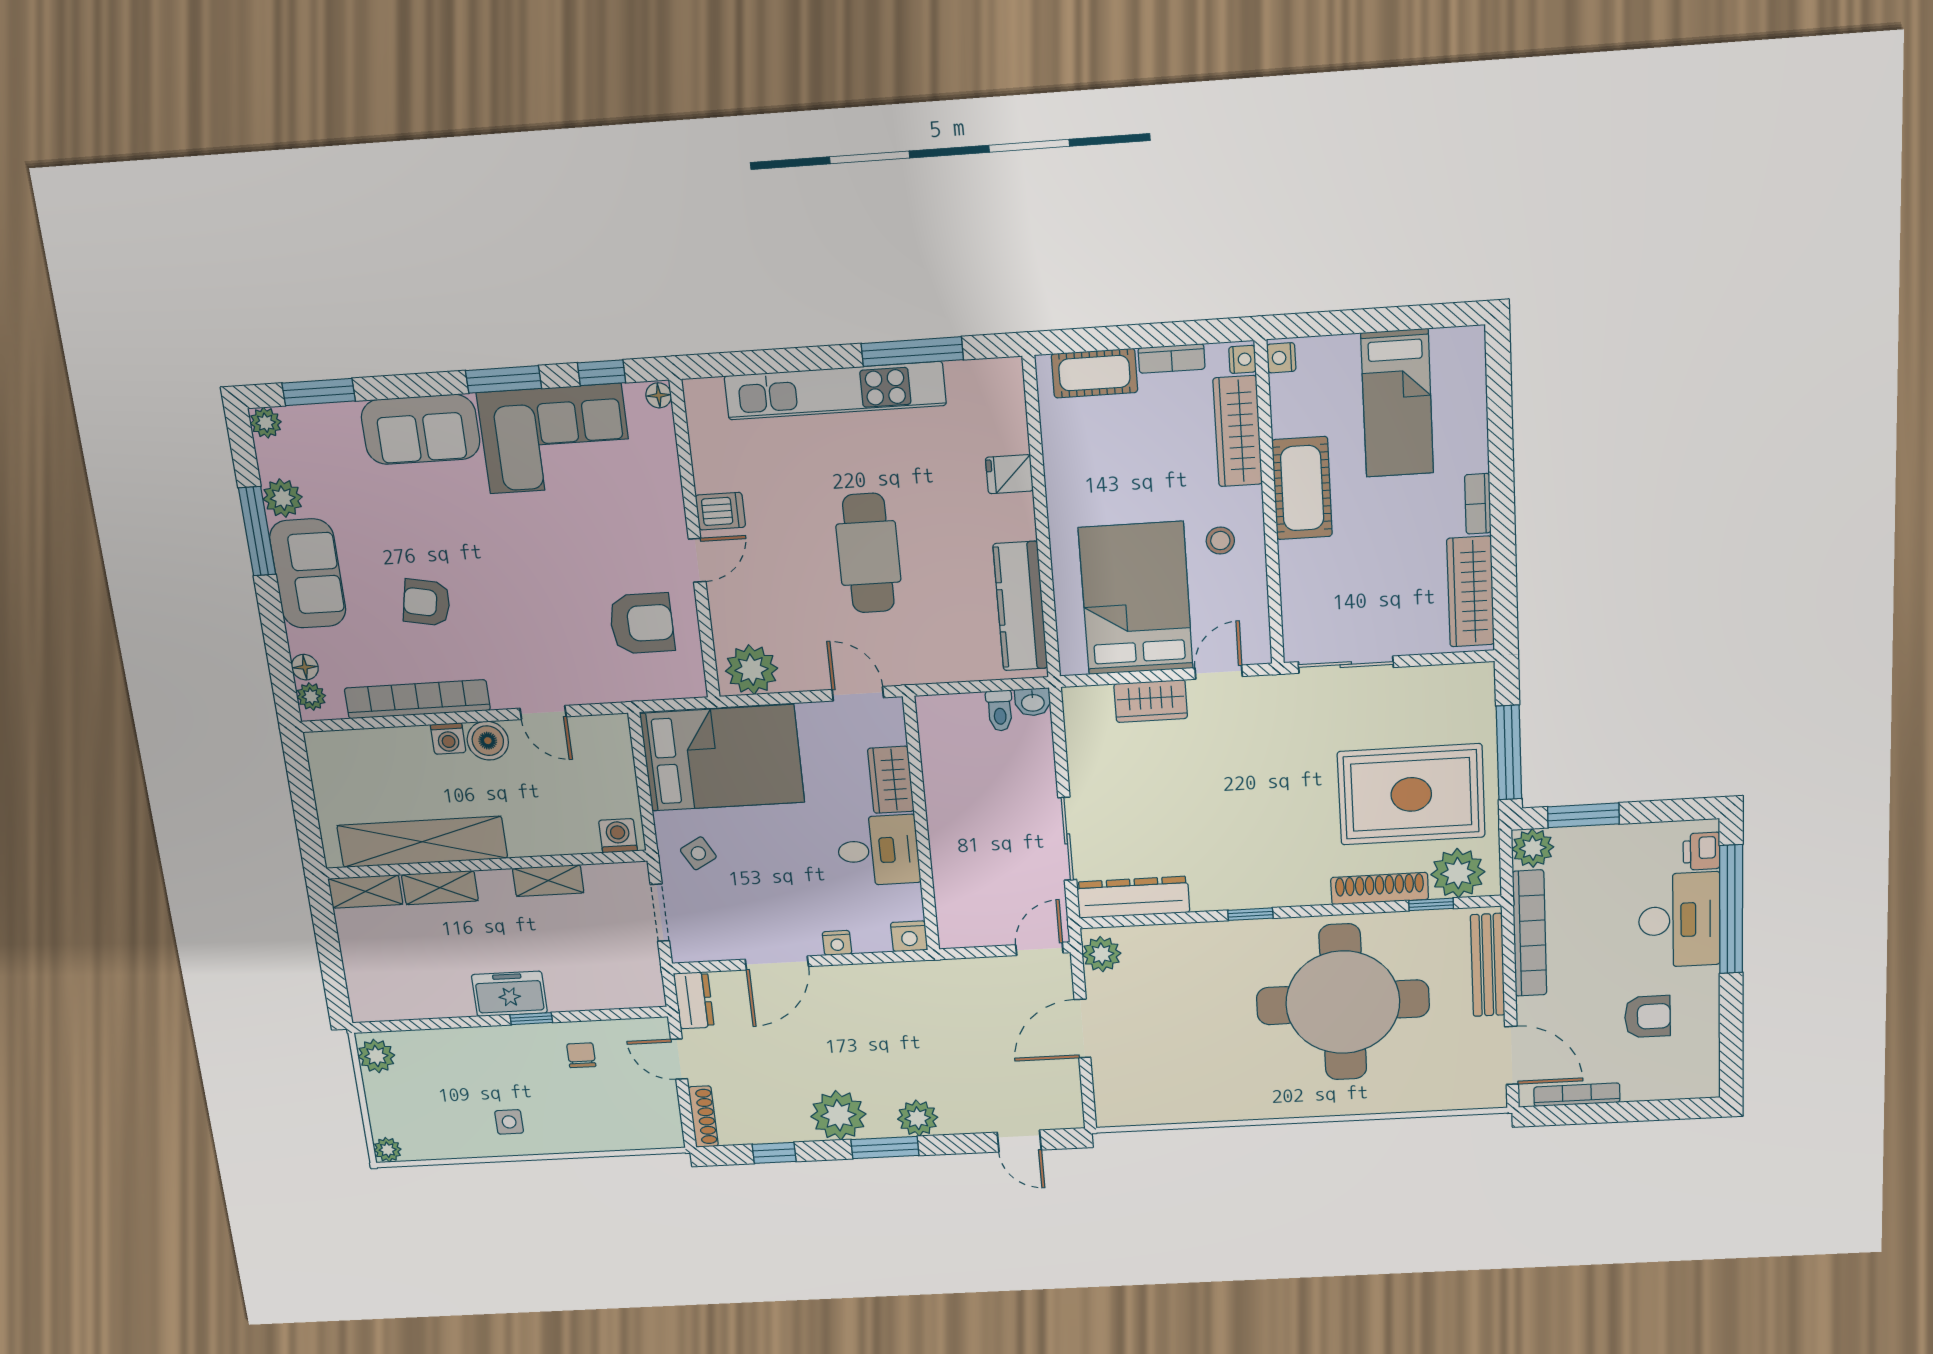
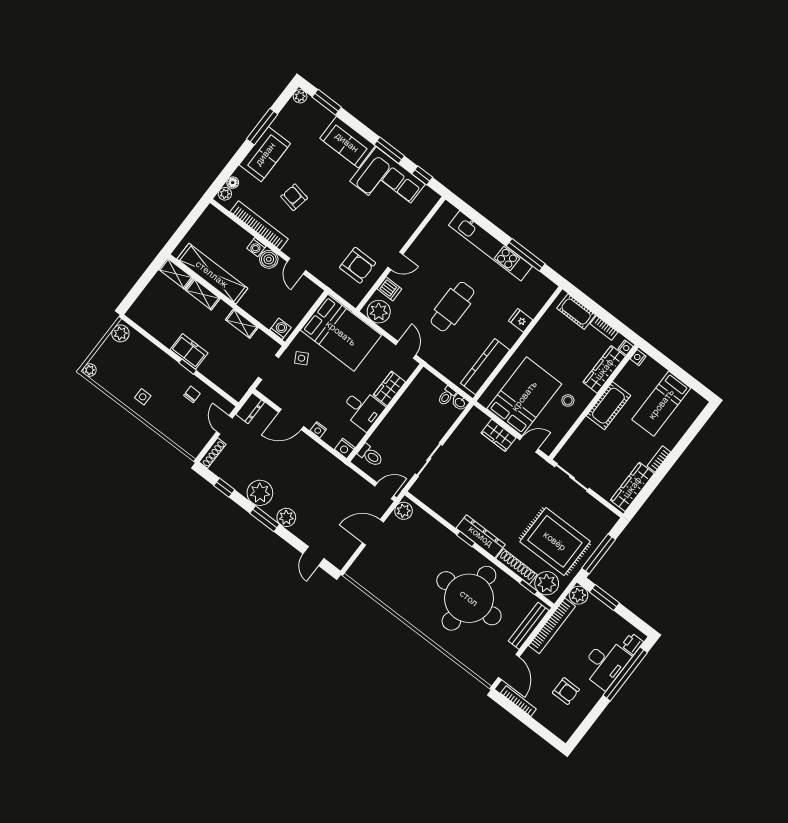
floor lamp: (659, 395) -> (433, 198), removed
plant: (283, 498) -> (281, 124), removed
dishwasher: (720, 511) -> (389, 289), moved
dresser: (1133, 897) -> (481, 536), moved
toilet: (962, 912) -> (370, 455), added

